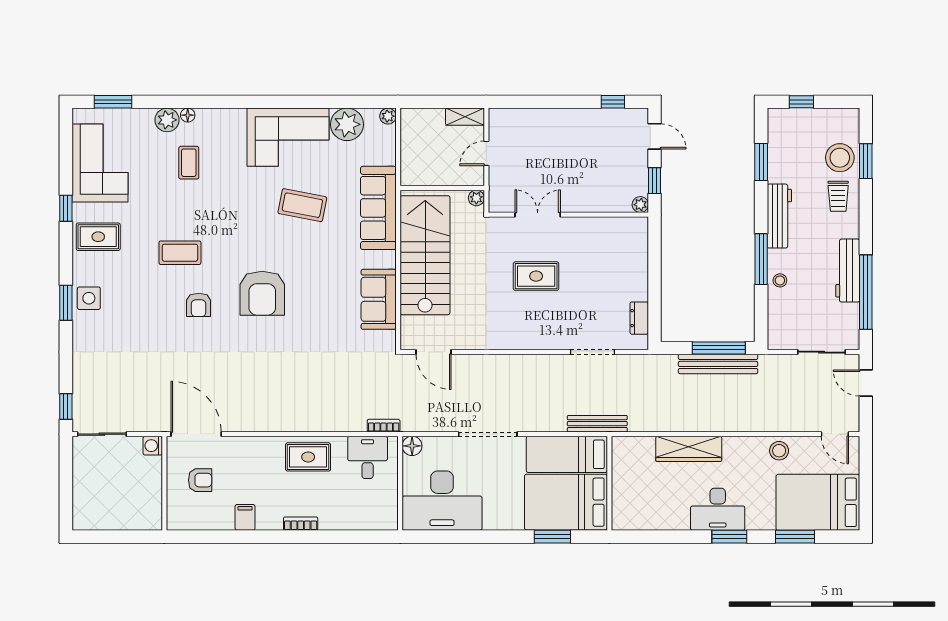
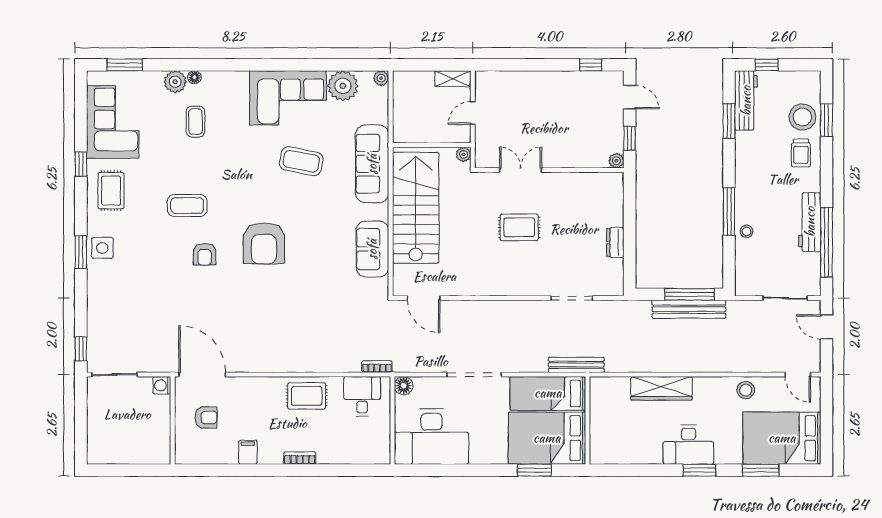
workbench: (779, 216) -> (746, 101), moved
rug: (98, 237) -> (111, 191), turned 90
dresser: (639, 318) -> (615, 243), moved

